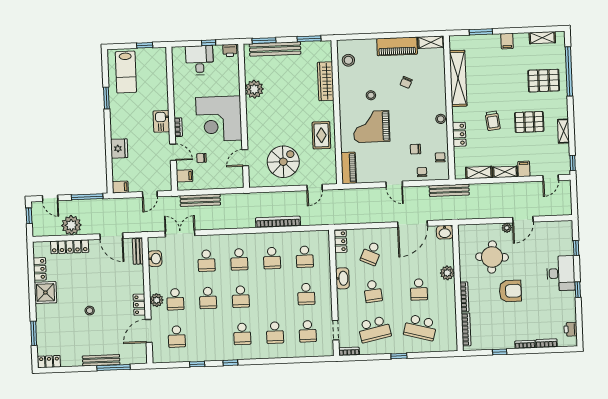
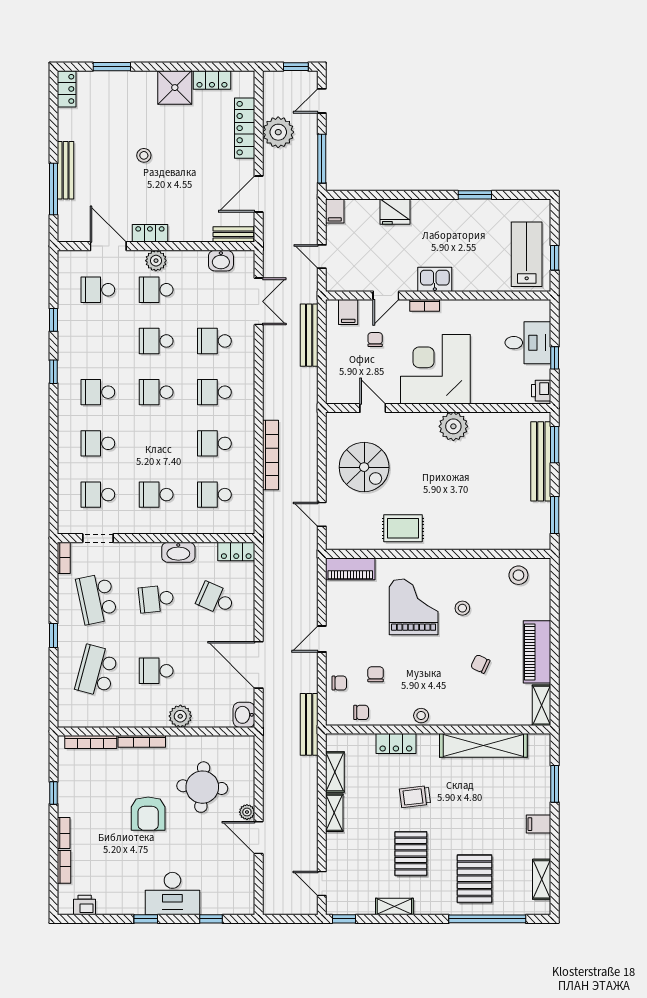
lab bench: (126, 72) -> (527, 254), moved, turned 90
wardrobe: (326, 81) -> (487, 538), removed
plant: (254, 89) -> (453, 426), moved
filing cabinet: (524, 169) -> (338, 842), removed

